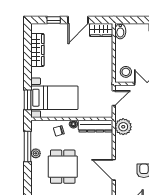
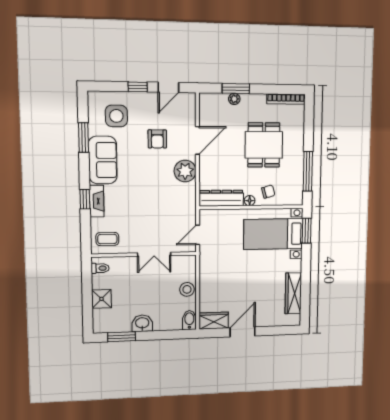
window: (54, 20) -> (273, 331), removed
stool: (126, 72) -> (187, 289), moved
plant: (123, 127) -> (185, 171), moved
plant: (36, 153) -> (298, 162), removed
door: (114, 170) -> (197, 140), hinge flipped

